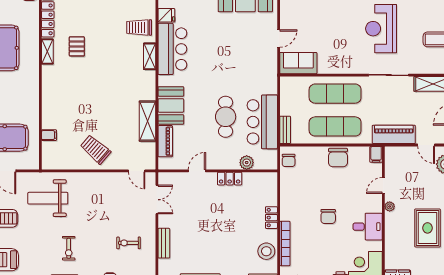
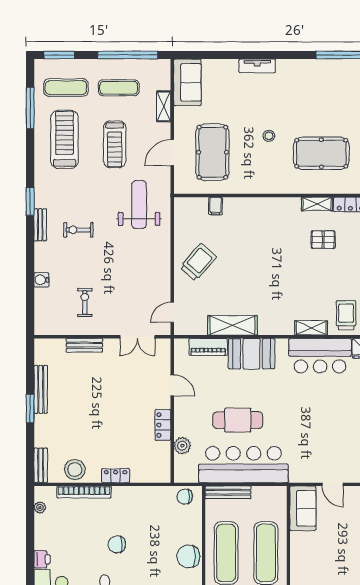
bar counter: (262, 122) -> (243, 465), width x1.36
bench: (285, 130) -> (228, 492), width x1.36

